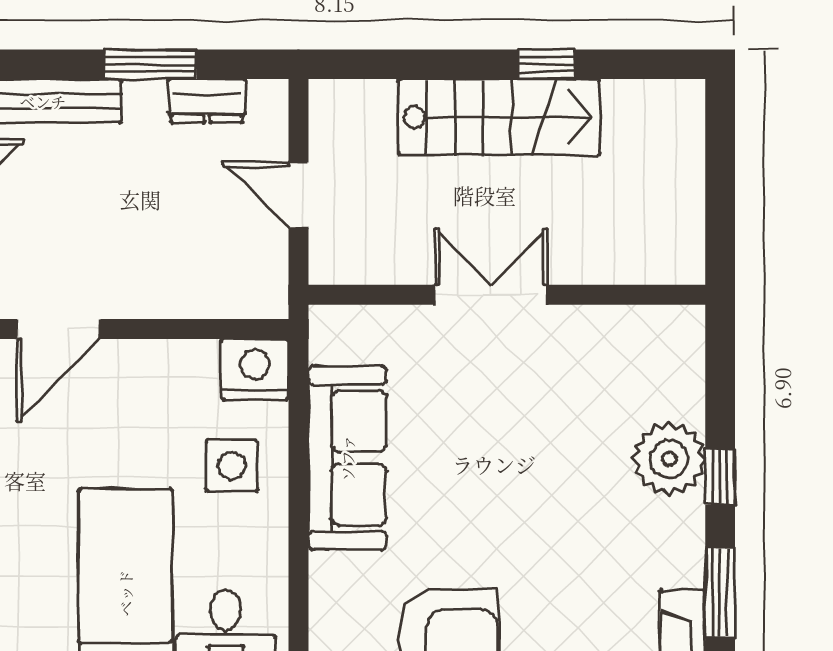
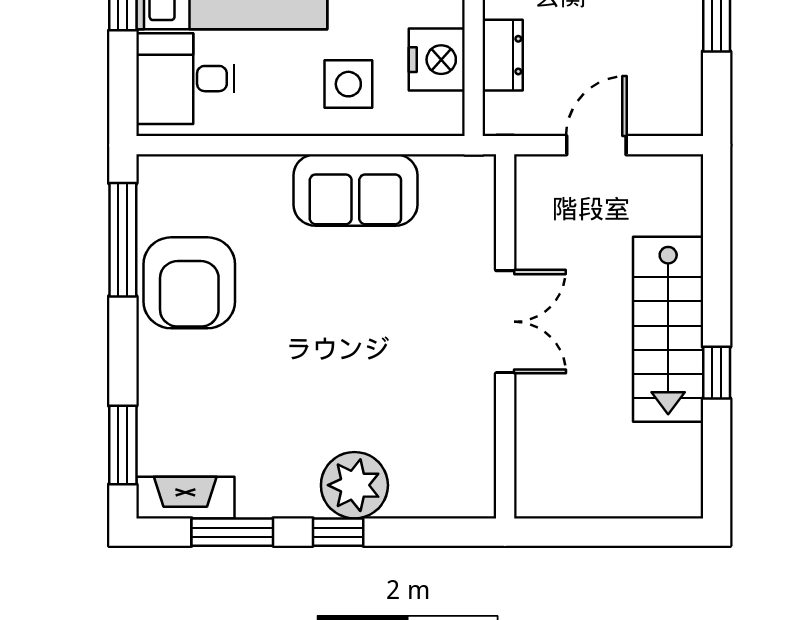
dresser: (207, 101) -> (503, 55), moved, turned 180
nightstand: (255, 369) -> (437, 60), moved
sofa: (347, 458) -> (355, 190), width x0.73

